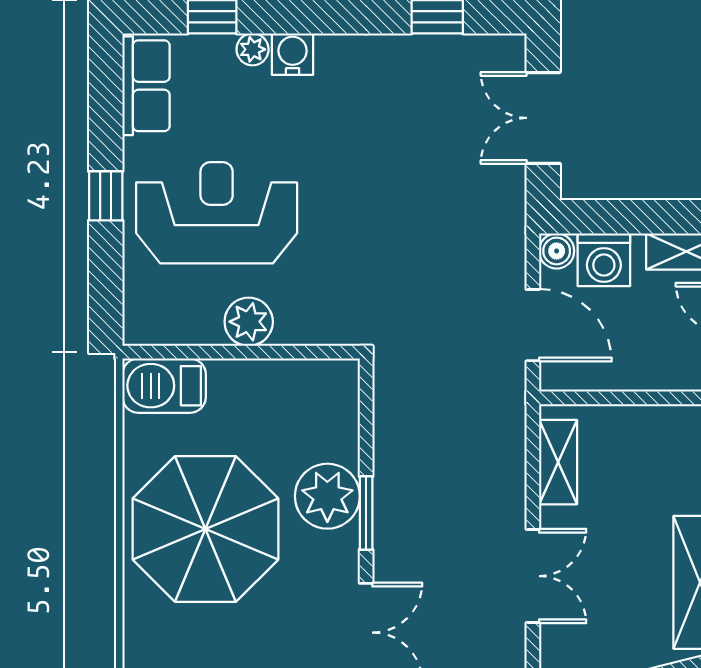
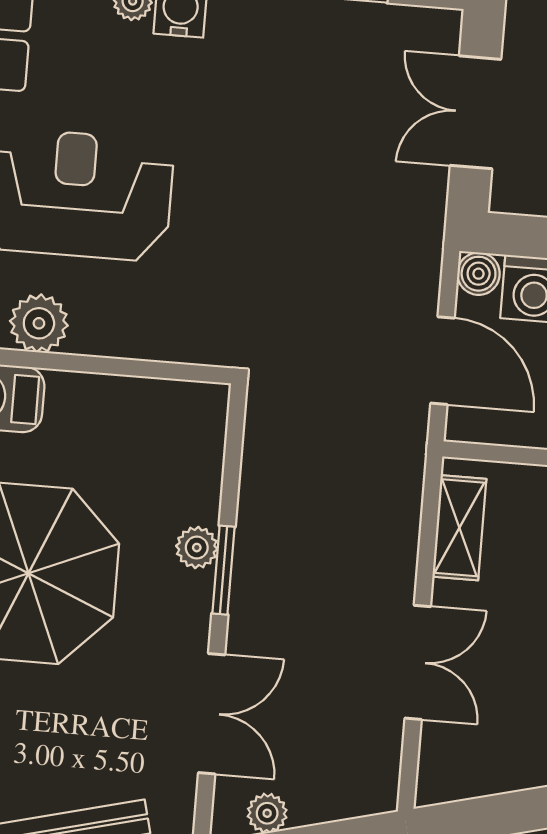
plant: (249, 322) -> (39, 323), moved
plant: (327, 496) -> (197, 548), width x0.53, depth x0.53

